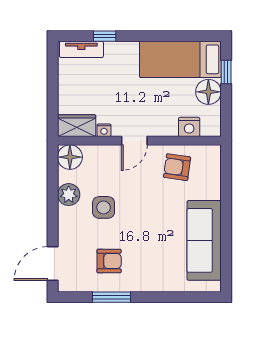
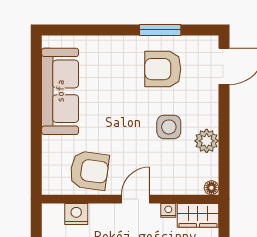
floor lamp: (70, 157) -> (211, 188), width x0.53, depth x0.53
armchair: (177, 167) -> (89, 170), width x1.38, depth x1.38
armchair: (109, 261) -> (163, 69), width x1.38, depth x1.38

